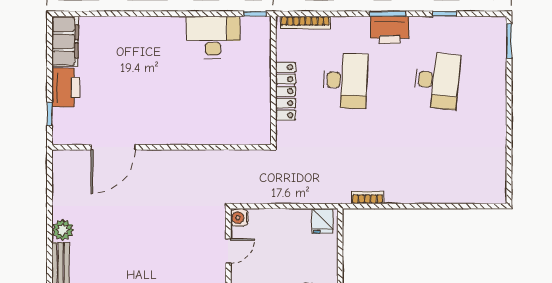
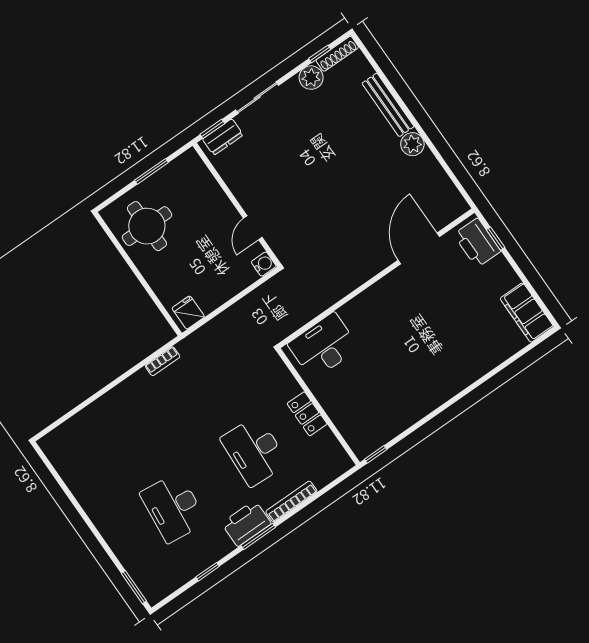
bookcase: (305, 23) -> (291, 501), moved
desk: (213, 37) -> (323, 346), moved, turned 180
printer: (66, 87) -> (477, 243), moved
locker: (286, 91) -> (307, 414), width x0.66

